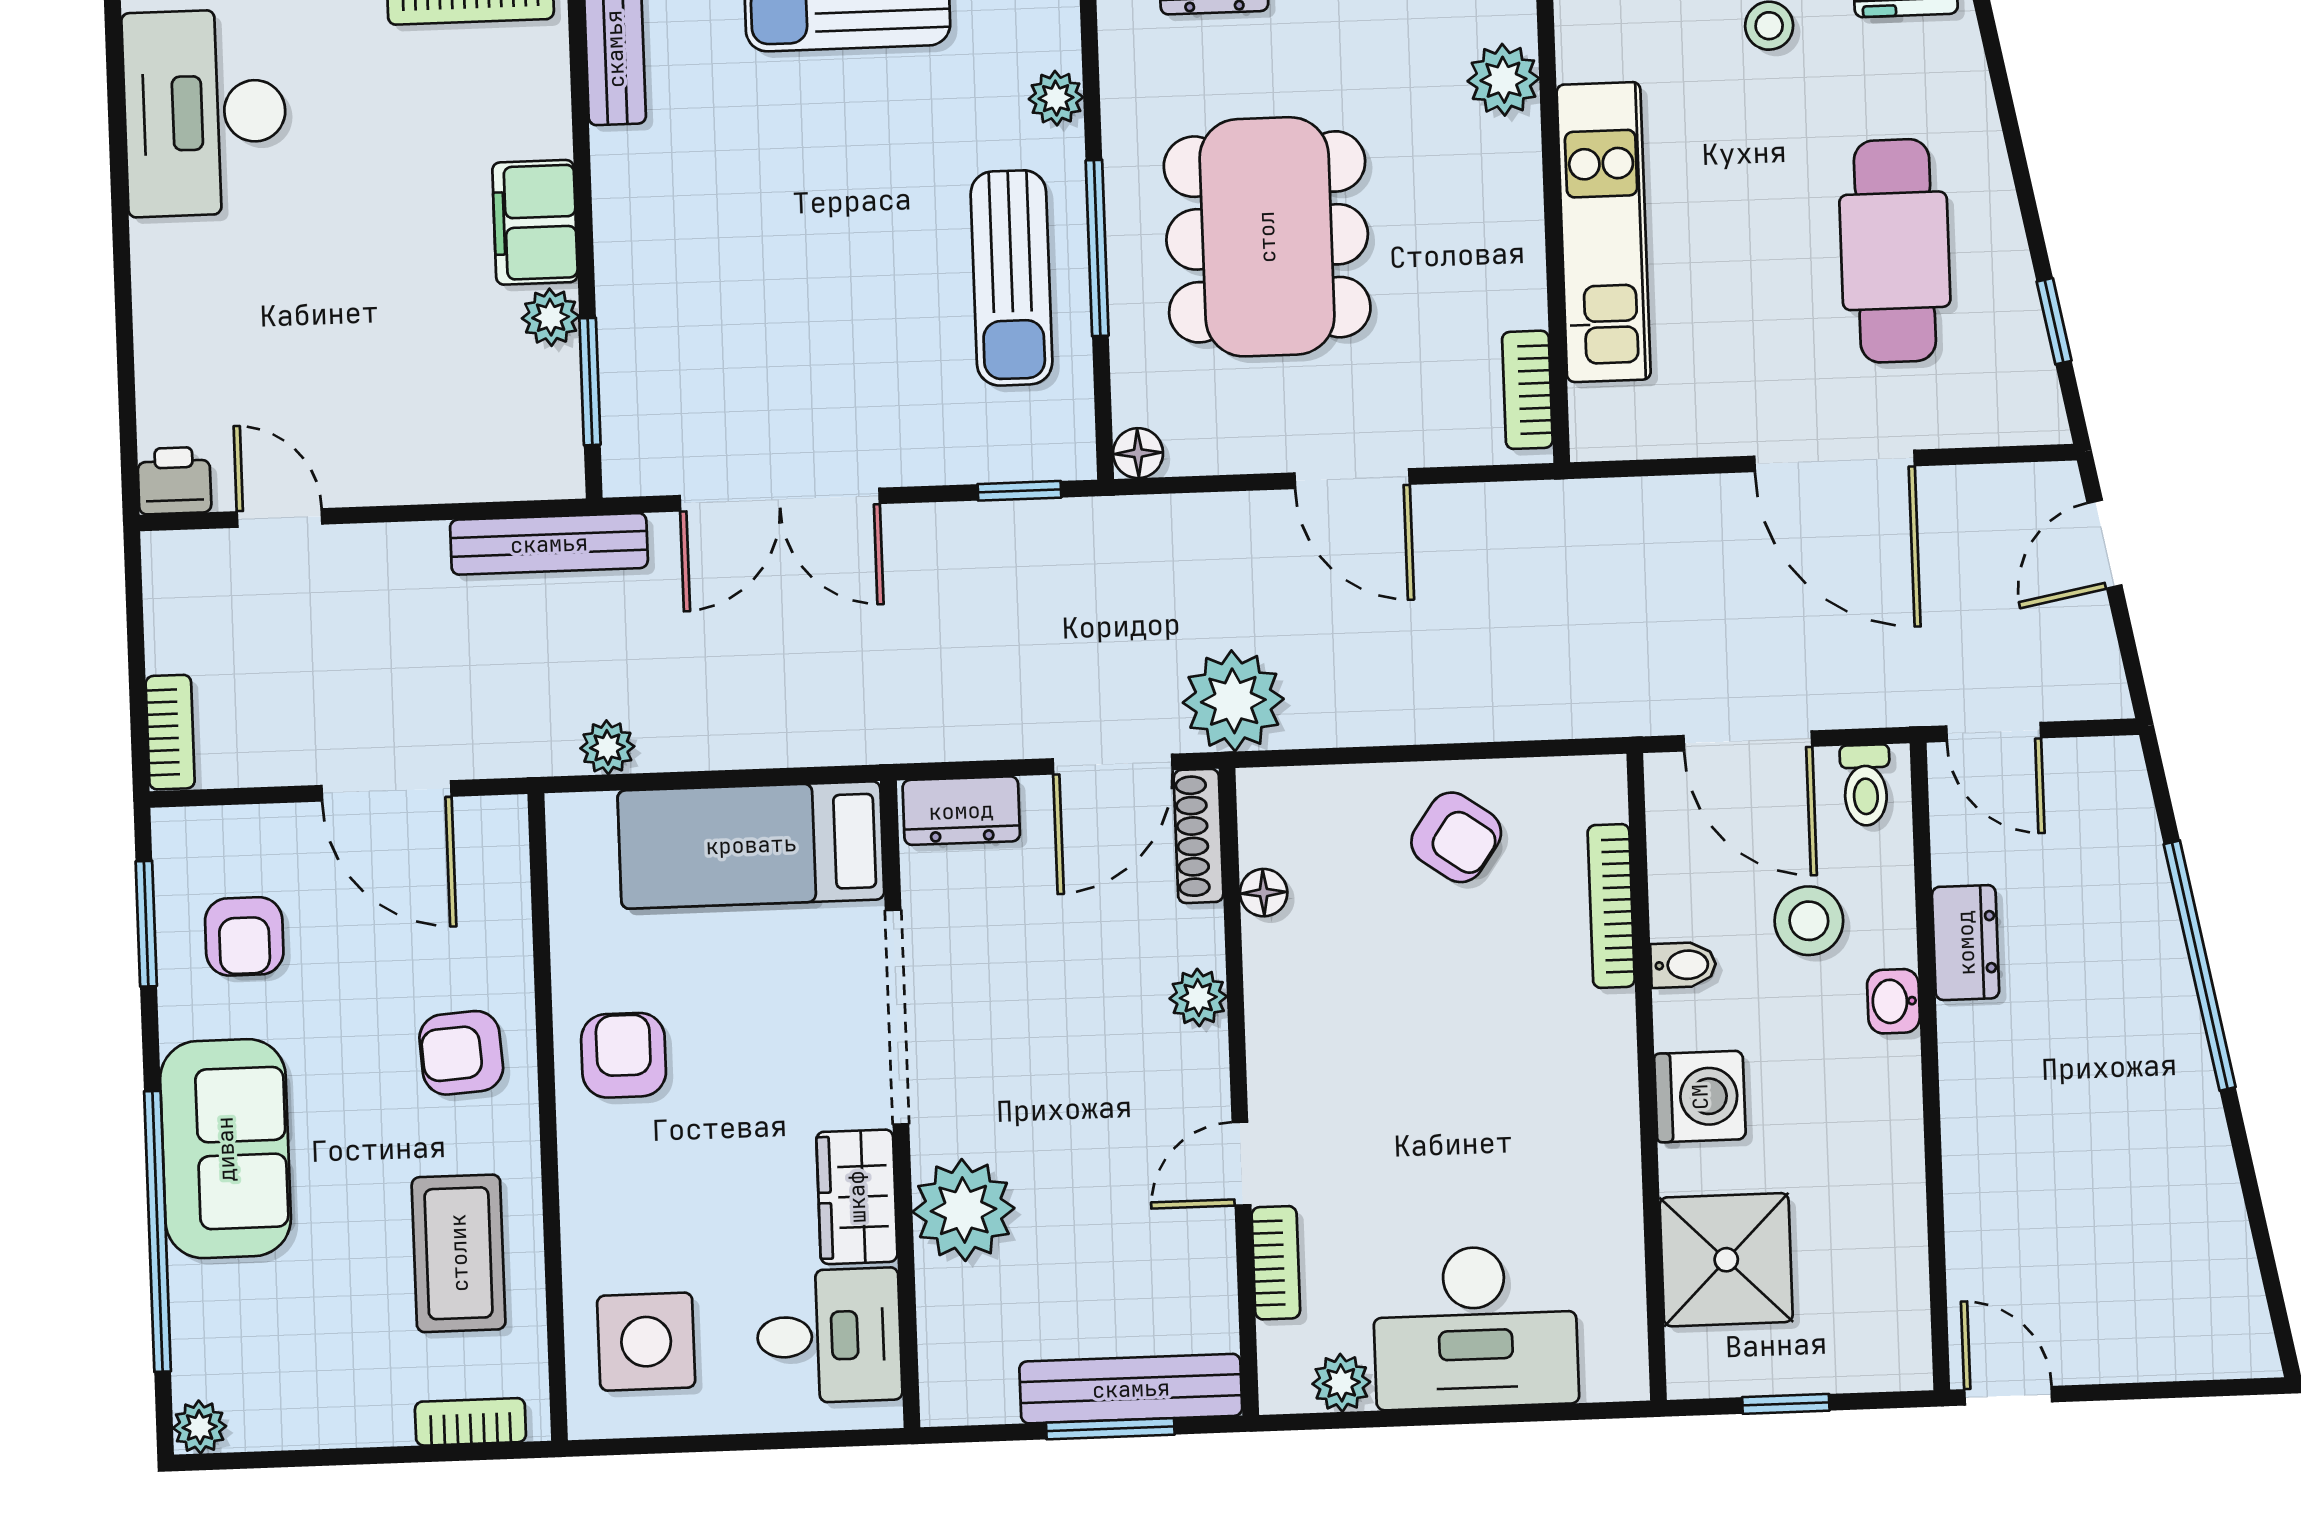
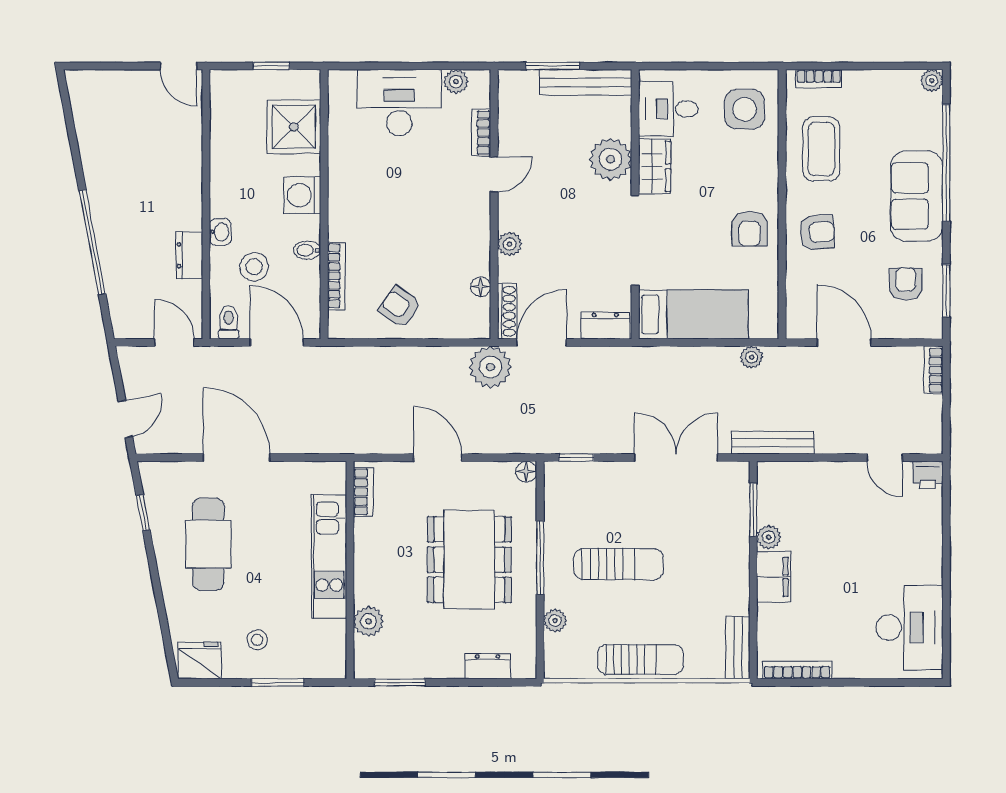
sun lounger: (1011, 278) -> (619, 564), moved, turned 90
bench: (1131, 1389) -> (586, 82), moved

